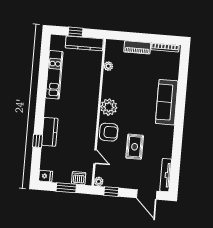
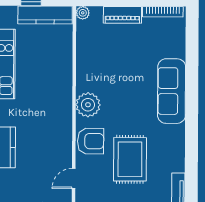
plant: (108, 66) -> (83, 13), moved
rug: (135, 147) -> (130, 159), width x1.36, depth x1.43
door: (95, 157) -> (74, 179), swing flipped

